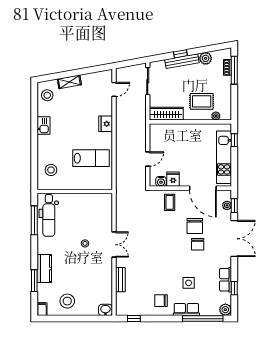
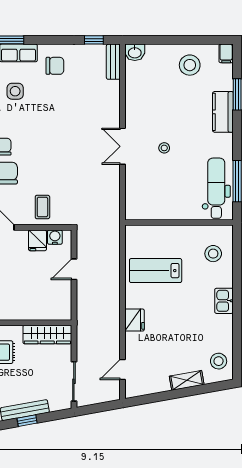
kitchen sink: (43, 125) -> (224, 301), moved
bench: (120, 280) -> (113, 62), moved

